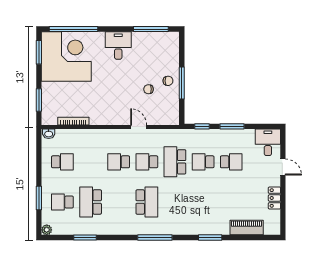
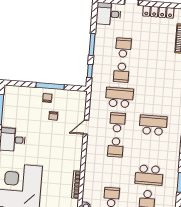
school desk: (147, 162) -> (117, 122), turned 180
school desk: (175, 162) -> (119, 97), turned 180
locker: (274, 198) -> (158, 12), width x1.53

